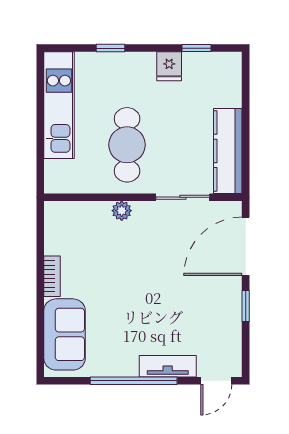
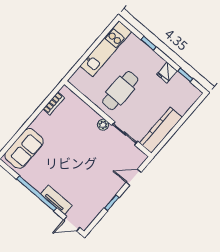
plant: (122, 211) -> (103, 125), moved
door: (246, 246) -> (134, 177), width x0.53
bookcase: (52, 276) -> (54, 103), moved

